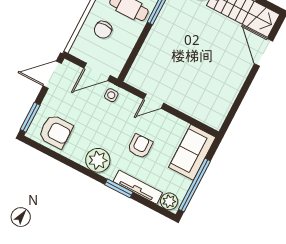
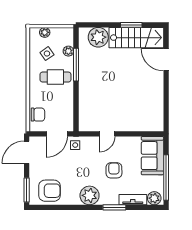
chair: (103, 30) -> (38, 115), moved, turned -90
tv unit: (138, 187) -> (133, 200), width x0.71

